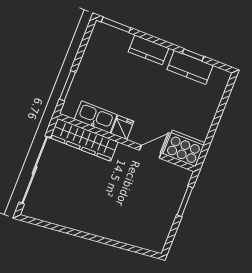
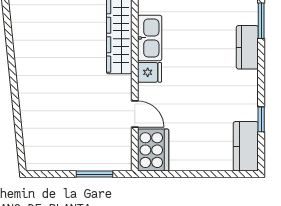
kitchen counter: (148, 50) -> (247, 47), moved
kitchen counter: (190, 67) -> (246, 146), moved

